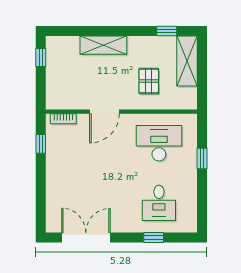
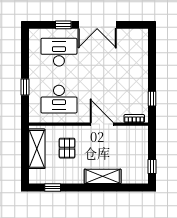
shelving: (187, 61) -> (37, 149), moved
door: (104, 112) -> (102, 124), hinge flipped
desk: (159, 203) -> (59, 52), width x1.37
double door: (86, 238) -> (97, 25), moved

